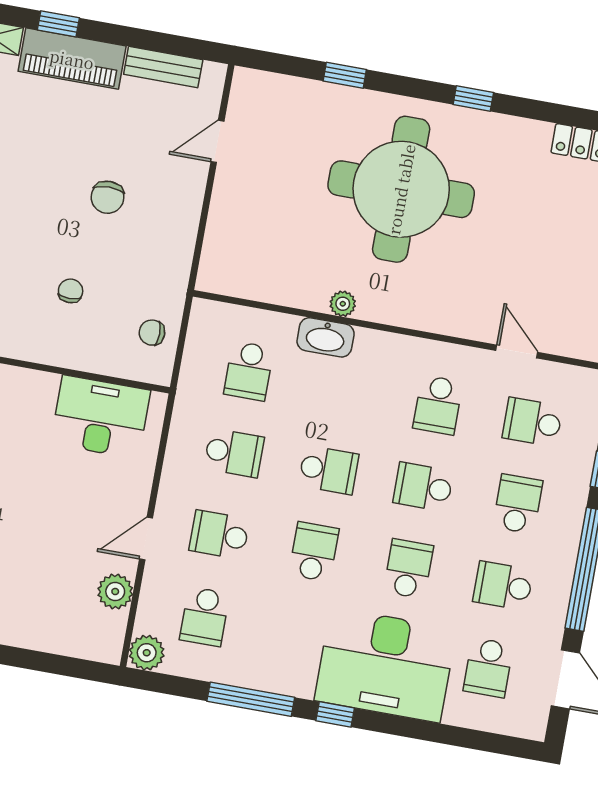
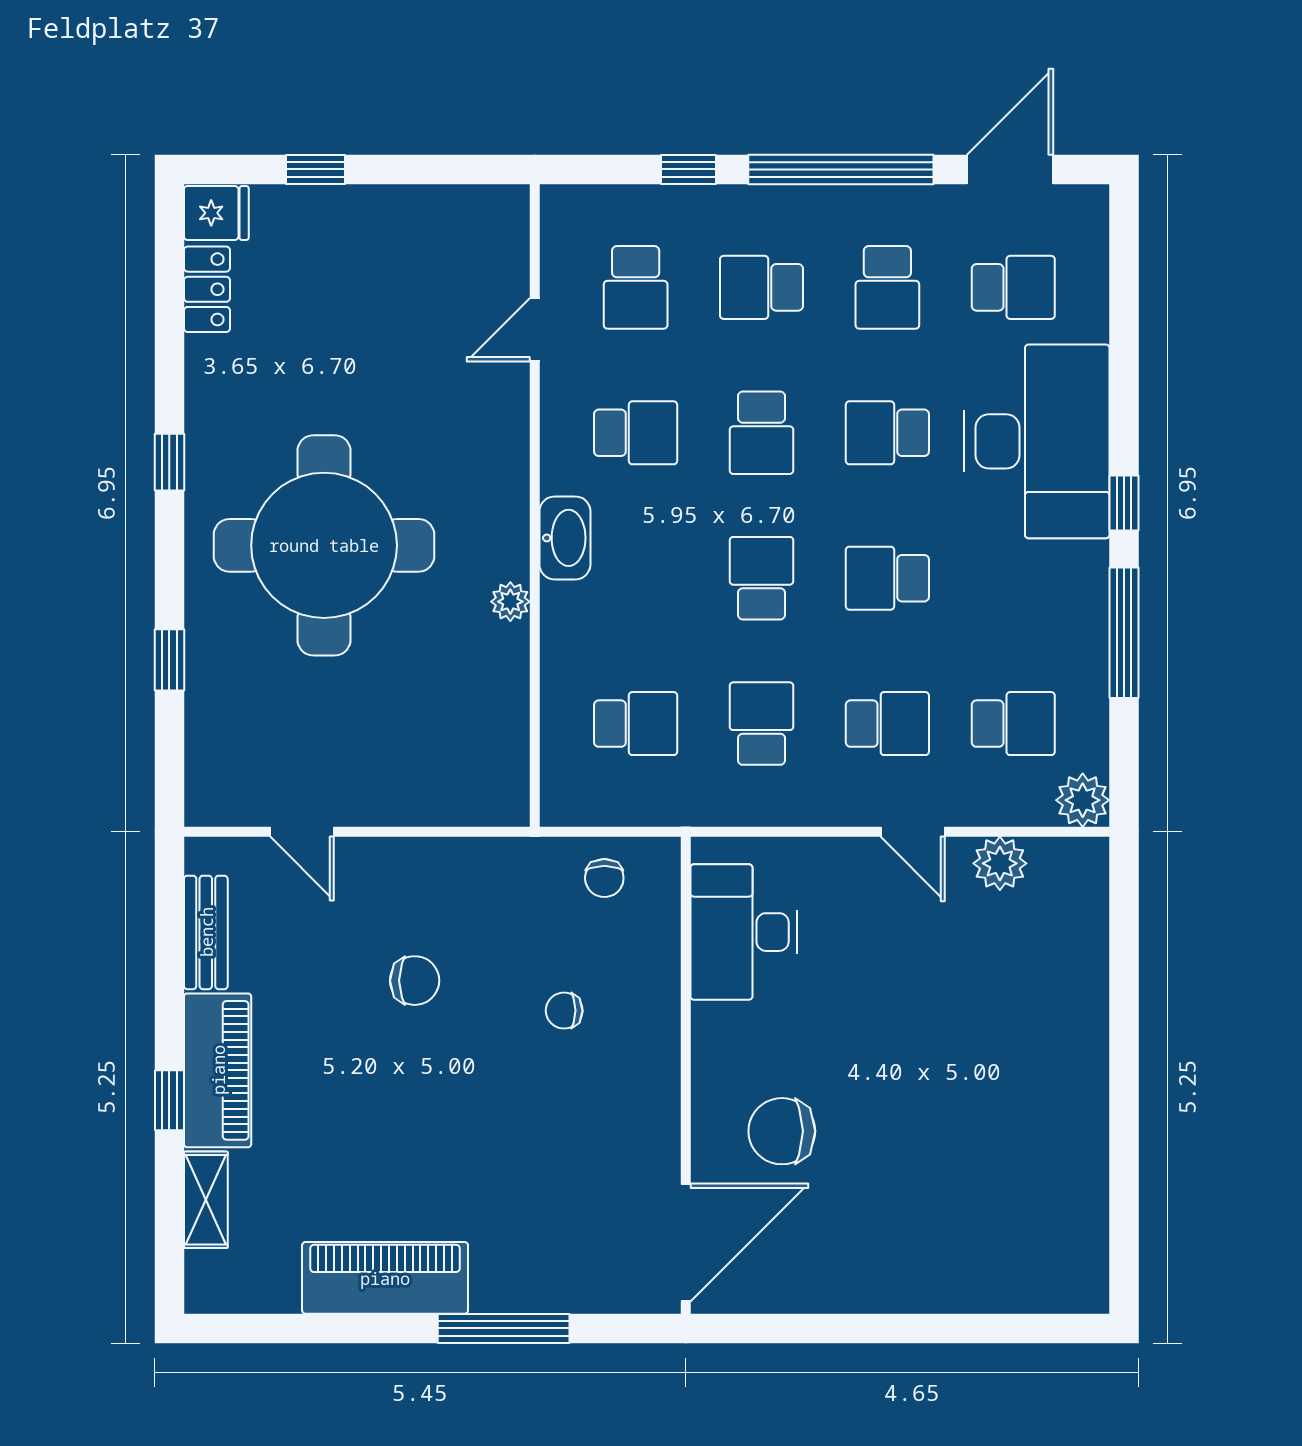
washbasin: (326, 337) -> (565, 538), moved
school desk: (219, 535) -> (887, 724), turned -90

